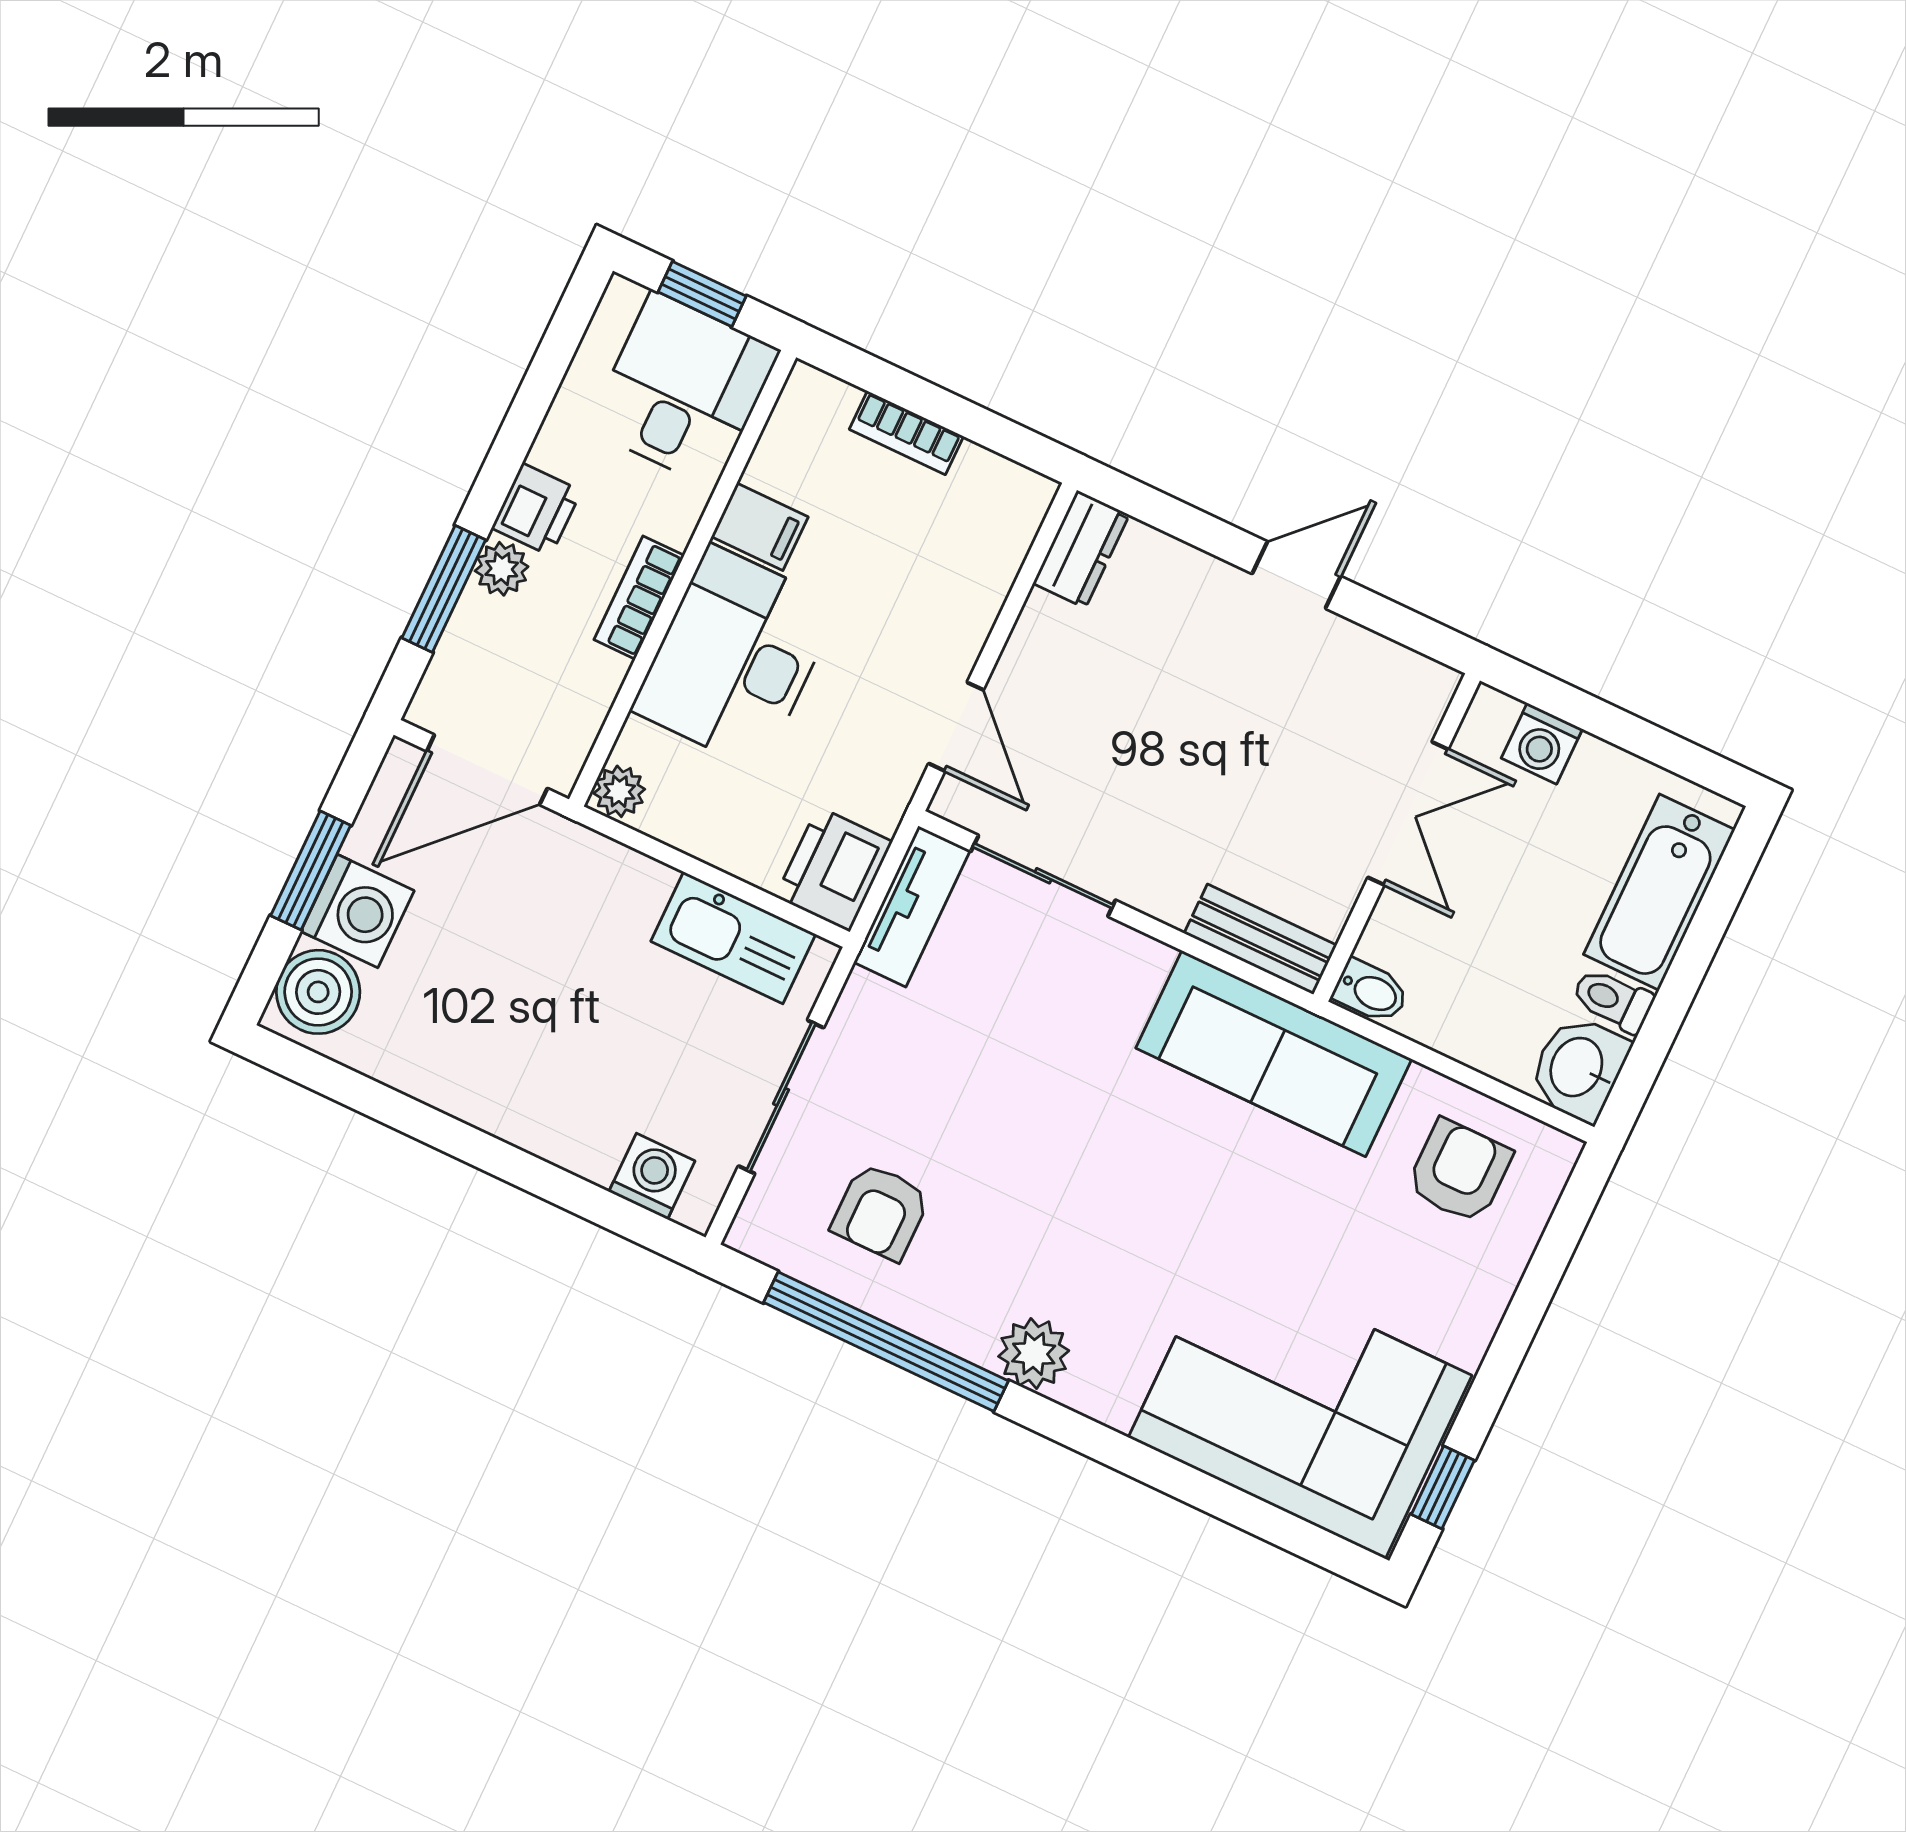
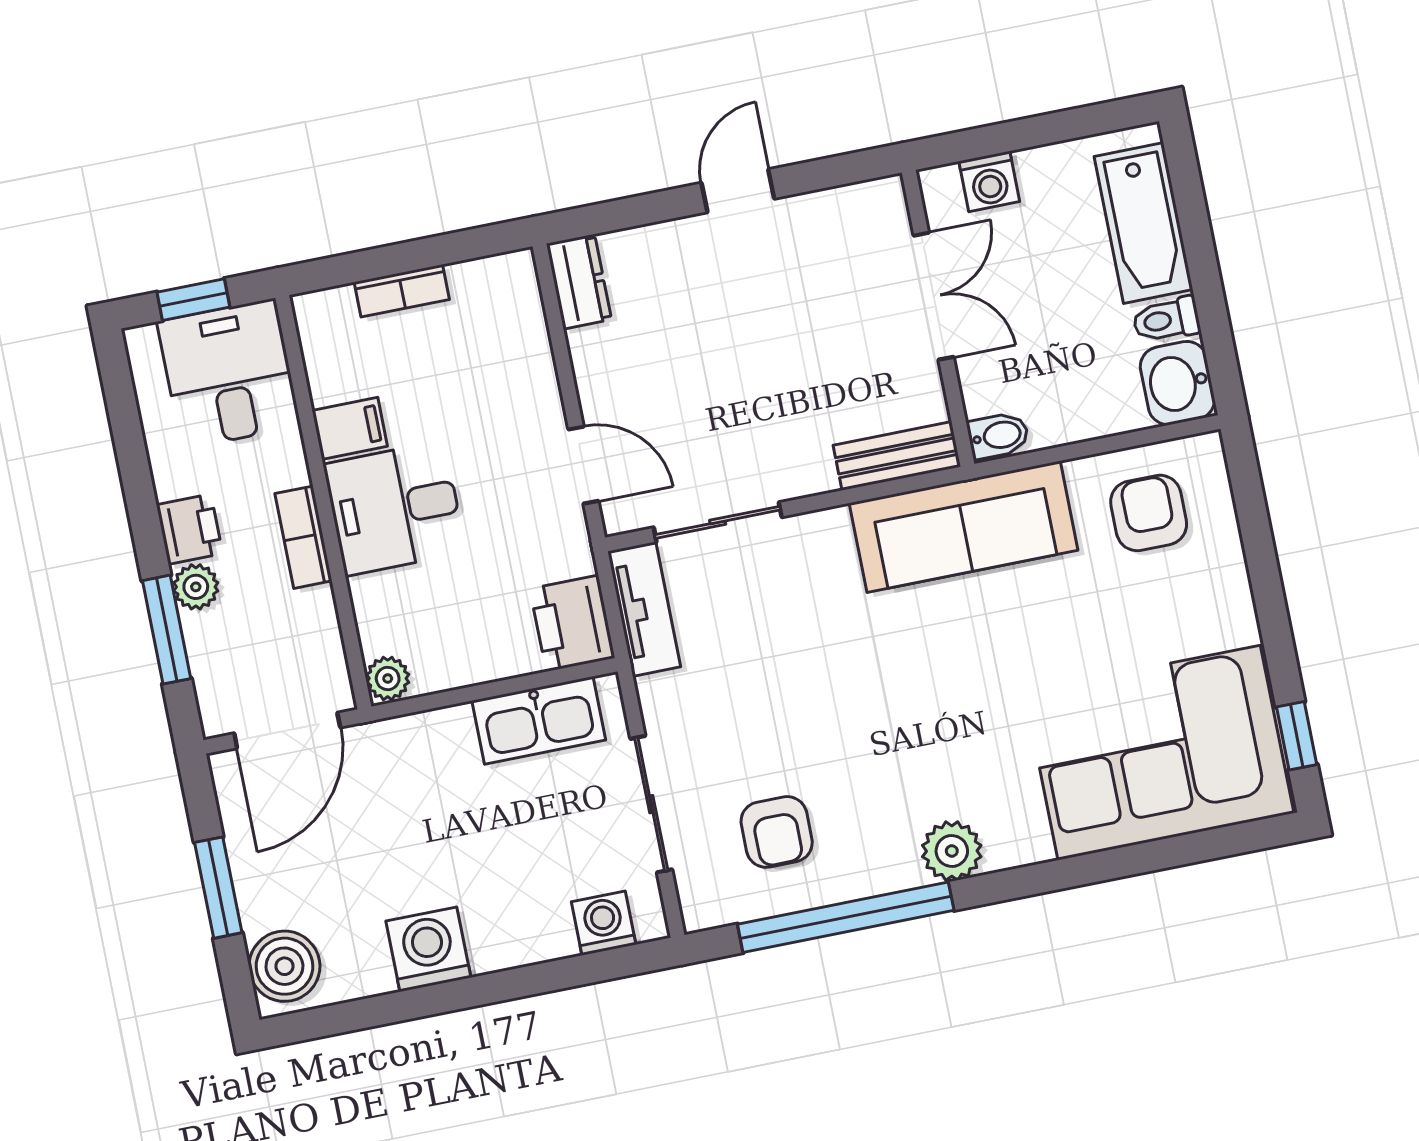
desk: (735, 657) -> (395, 508), width x0.73
washing machine: (357, 911) -> (428, 949), moved, turned -90

